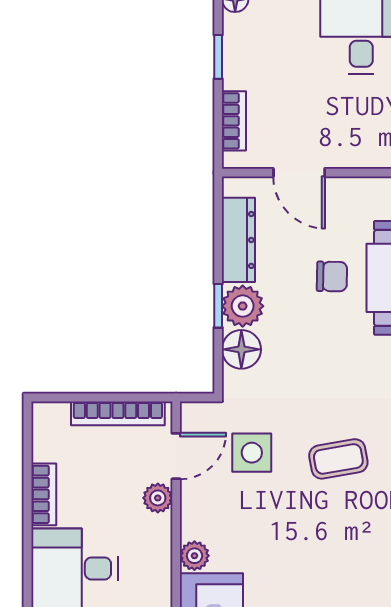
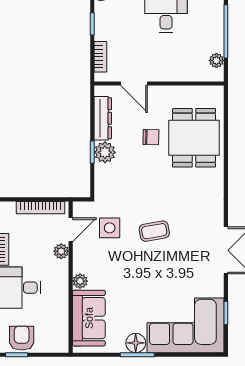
floor lamp: (241, 349) -> (104, 175), removed

